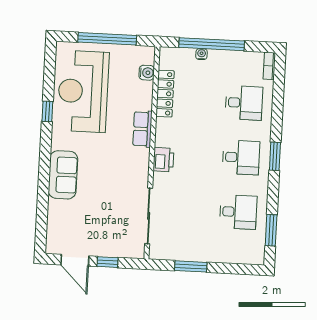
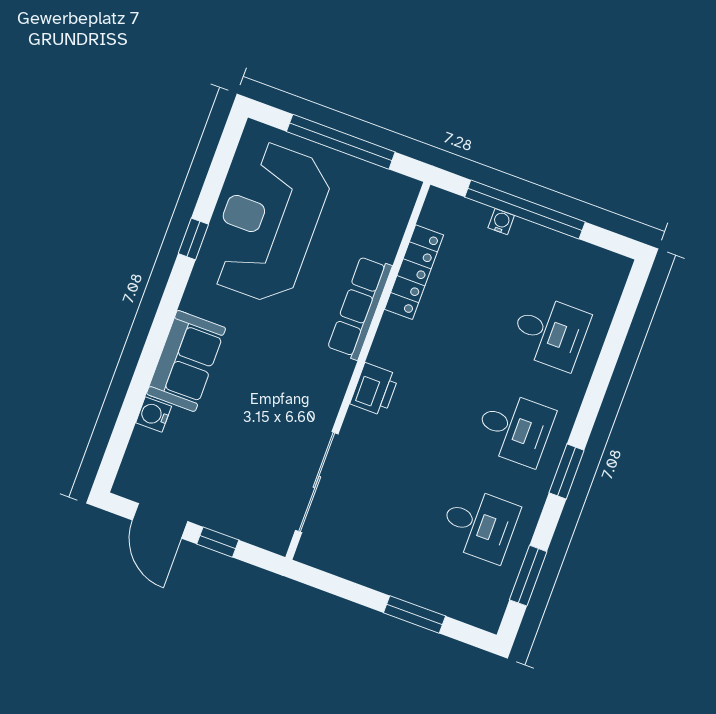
bookcase: (269, 66) -> (616, 280), removed
water cooler: (147, 73) -> (154, 415), moved, turned 180
row of seats: (142, 129) -> (360, 308), width x1.48
window: (275, 156) -> (567, 471), moved
window: (191, 266) -> (414, 614), moved

